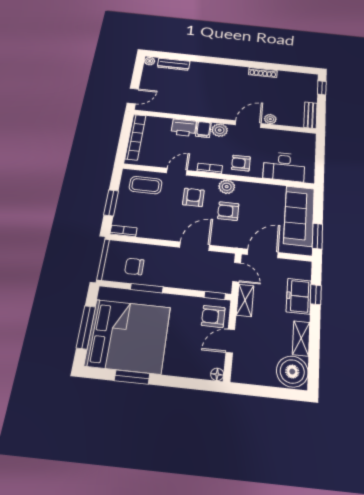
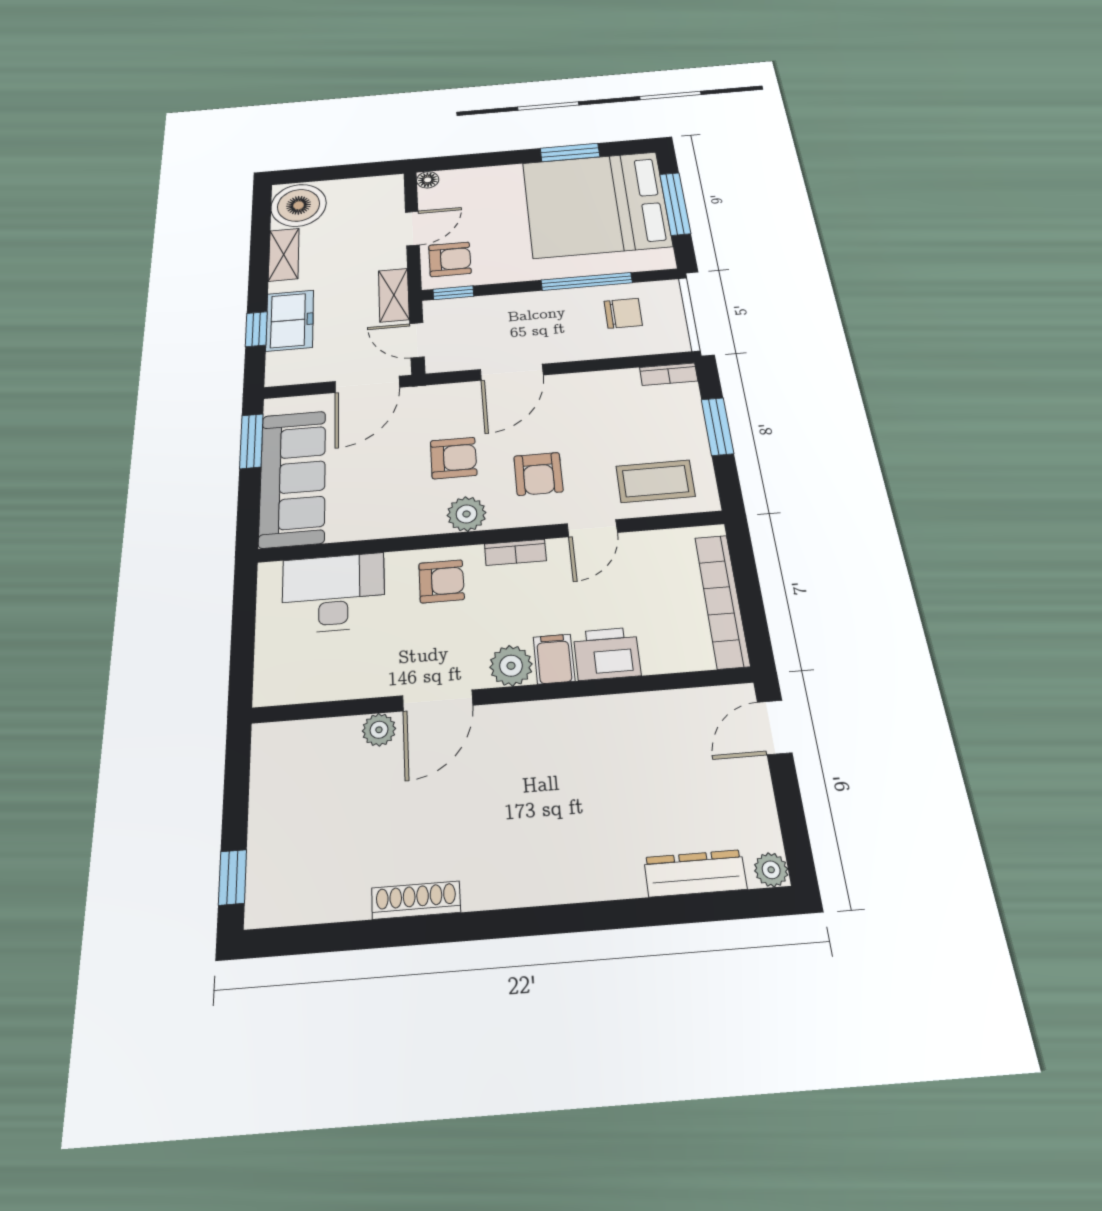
bench: (310, 115) -> (267, 767), removed
window: (147, 288) -> (587, 281), width x1.44

